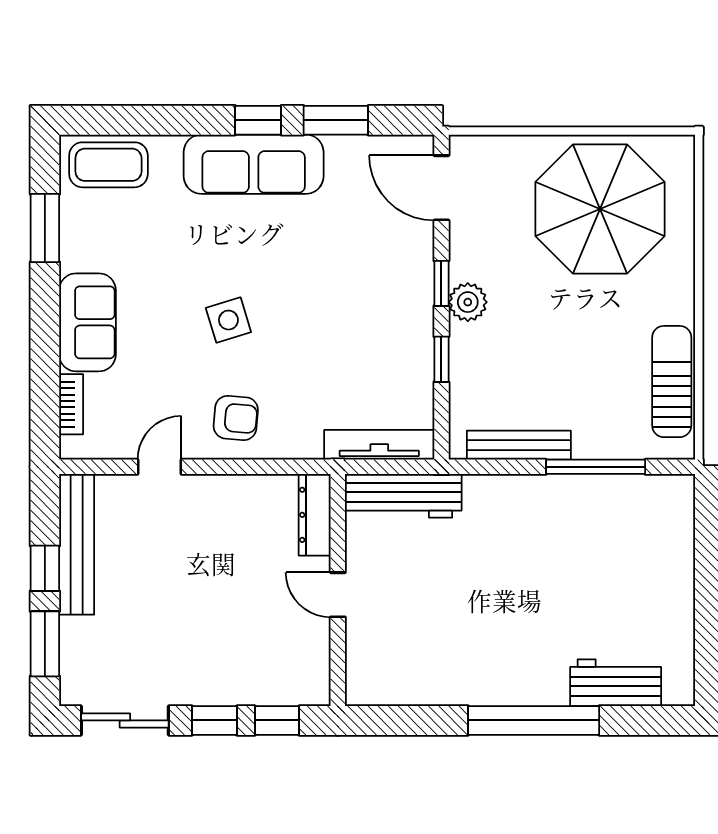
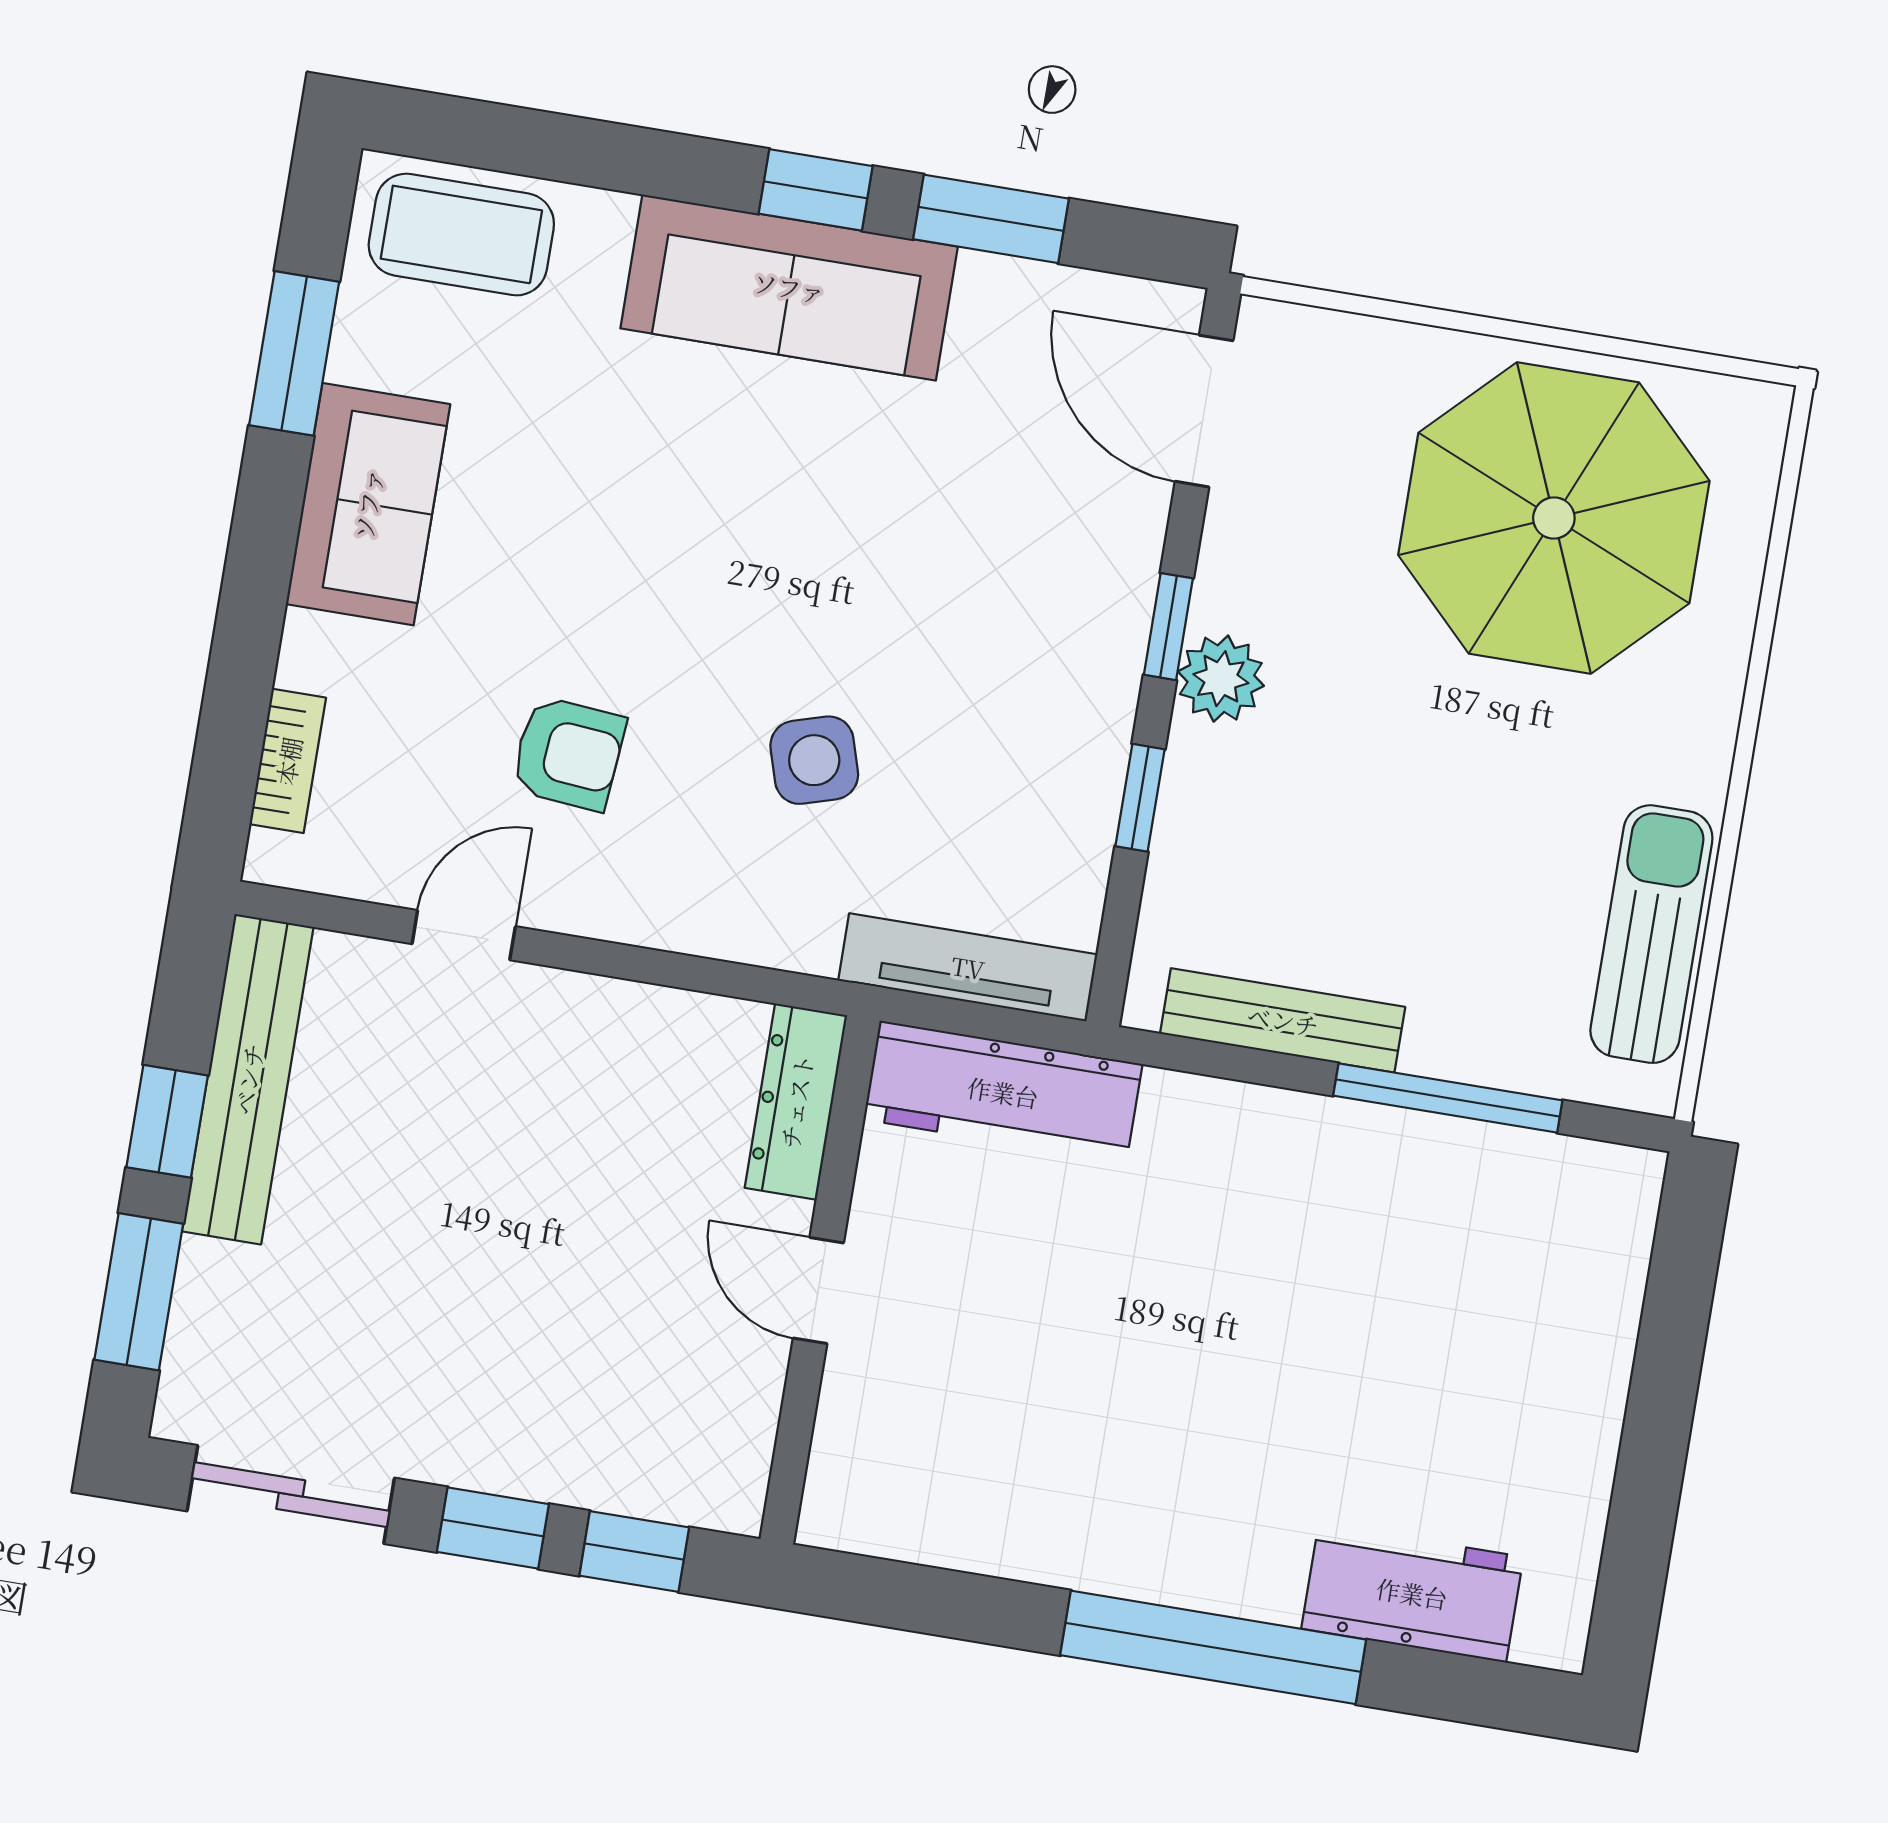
side table: (228, 320) -> (814, 760), moved
sofa: (87, 322) -> (368, 504), moved
armchair: (236, 418) -> (568, 753), moved

